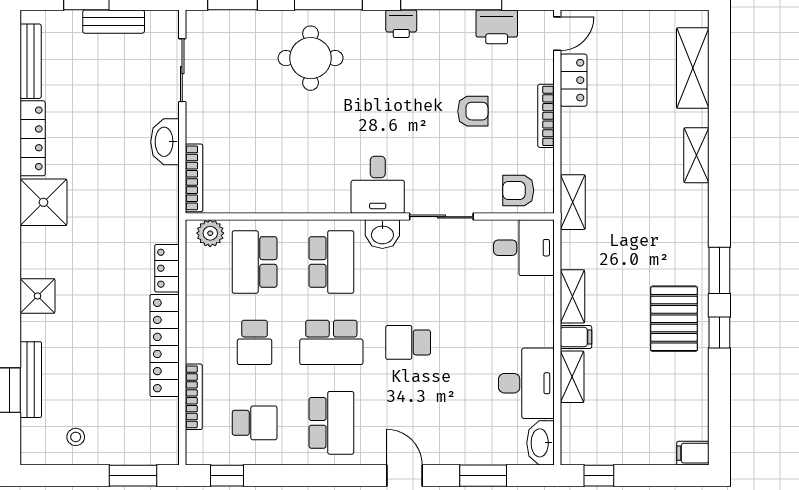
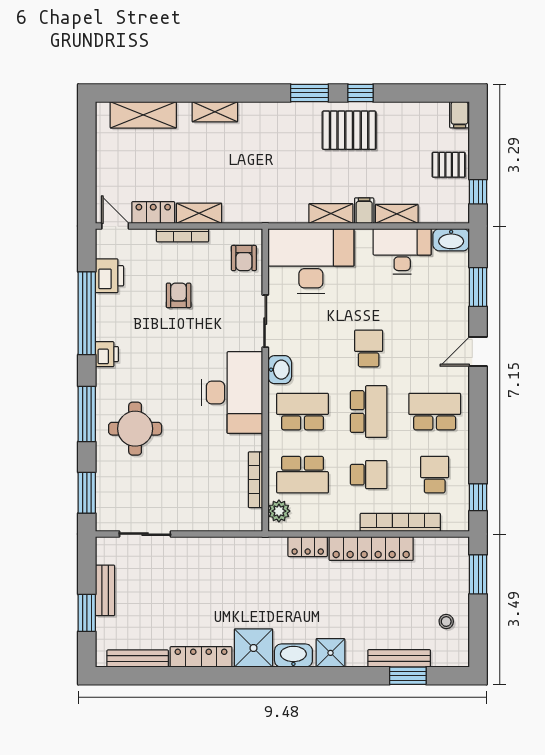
washbasin: (165, 142) -> (293, 656), moved, turned 180
bookcase: (194, 178) -> (255, 480), moved, turned -90
desk: (378, 185) -> (232, 393), width x1.87, depth x1.30
shelving: (573, 202) -> (199, 213), moved
desk: (524, 248) -> (311, 261), width x1.87, depth x1.30
school desk: (408, 342) -> (369, 349), turned 180
bookcase: (194, 397) -> (400, 522), width x1.48, depth x1.31
pallet: (632, 440) -> (449, 165), added

